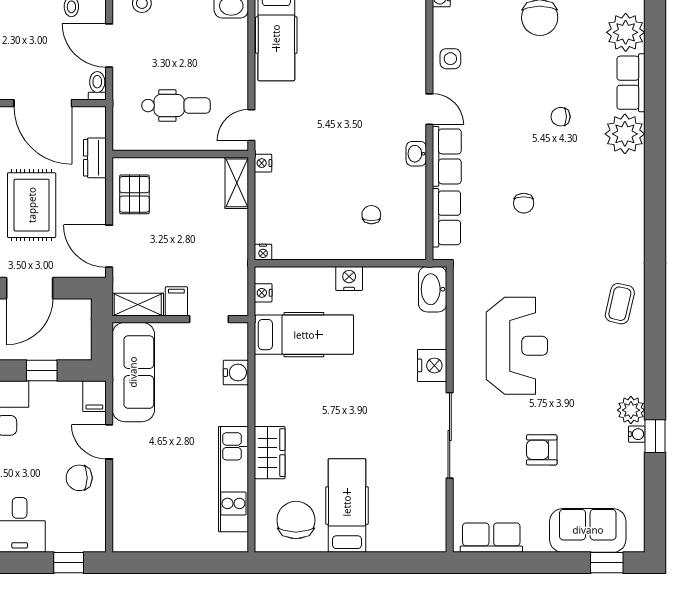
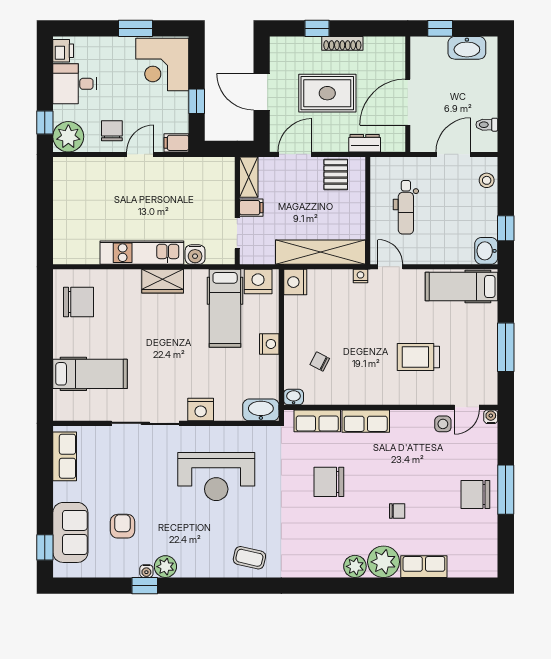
plant: (626, 32) -> (355, 566), moved, width x0.73, depth x0.73
toilet: (97, 86) -> (422, 145), removed
trolley: (366, 90) -> (418, 357), added
door: (429, 109) -> (467, 407), moved
chair: (561, 117) -> (397, 511), turned 90
washbasin: (416, 154) -> (294, 397), moved
shelving: (237, 183) -> (320, 252), width x2.20, depth x1.33
pallet: (134, 194) -> (336, 174), turned 90
chair: (524, 203) -> (329, 482), width x1.87, depth x1.87
chair: (371, 215) -> (320, 362), turned -153
nightstand: (263, 252) -> (295, 282), width x1.89, depth x1.79
nightstand: (263, 293) -> (258, 282), width x1.89, depth x1.79
sofa: (133, 372) -> (195, 174), removed
armchair: (542, 450) -> (122, 526), moved
wardrobe: (270, 453) -> (163, 281), moved
kitchen unit: (233, 479) -> (142, 253), moved
hospital bed: (347, 506) -> (90, 374), moved
plant: (87, 533) -> (68, 137), added

